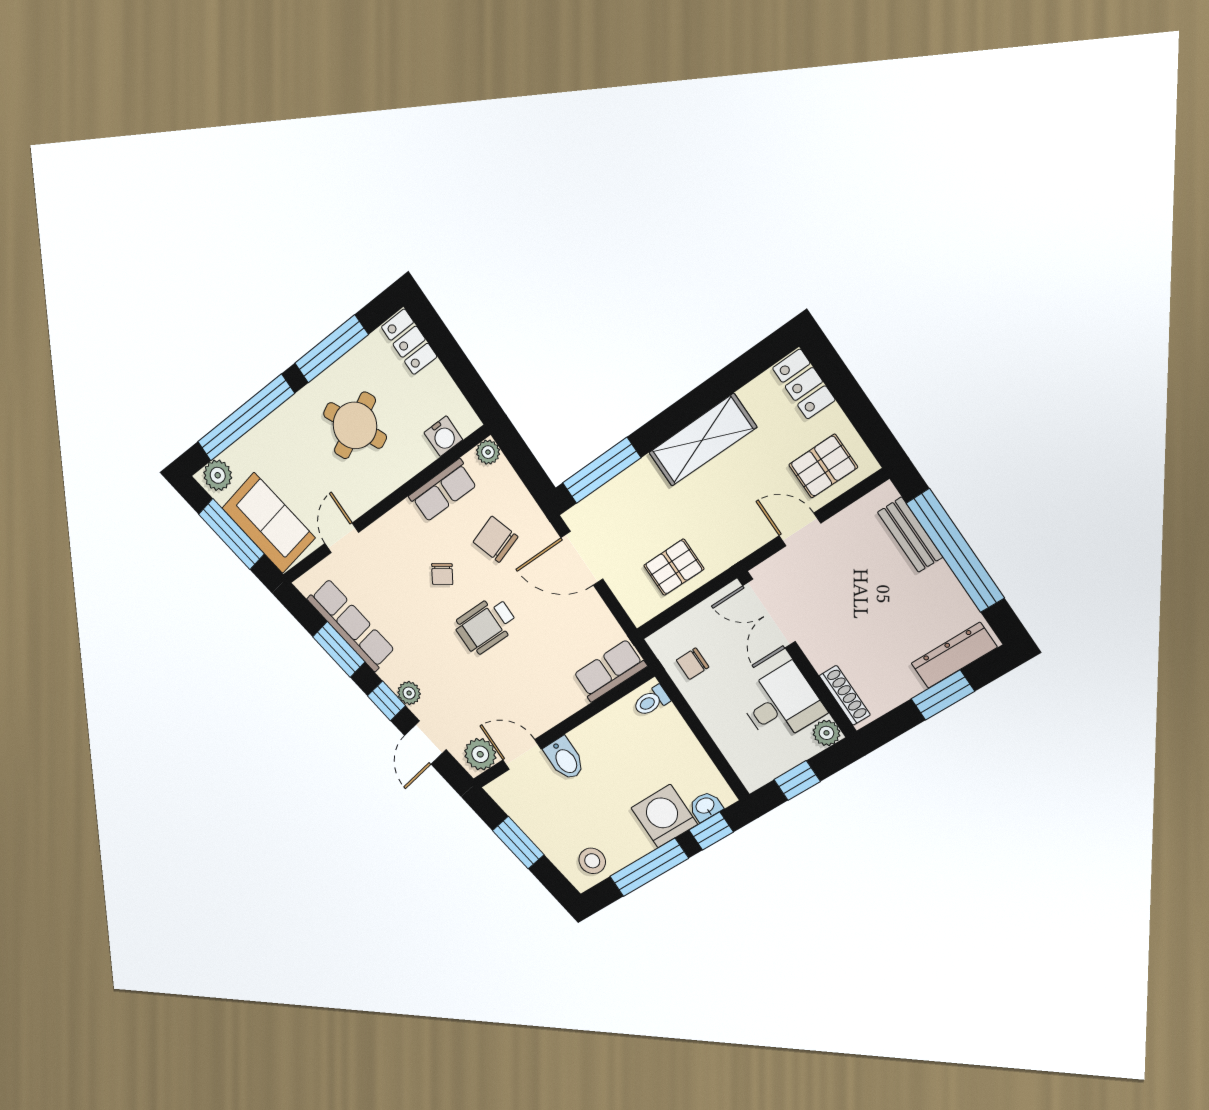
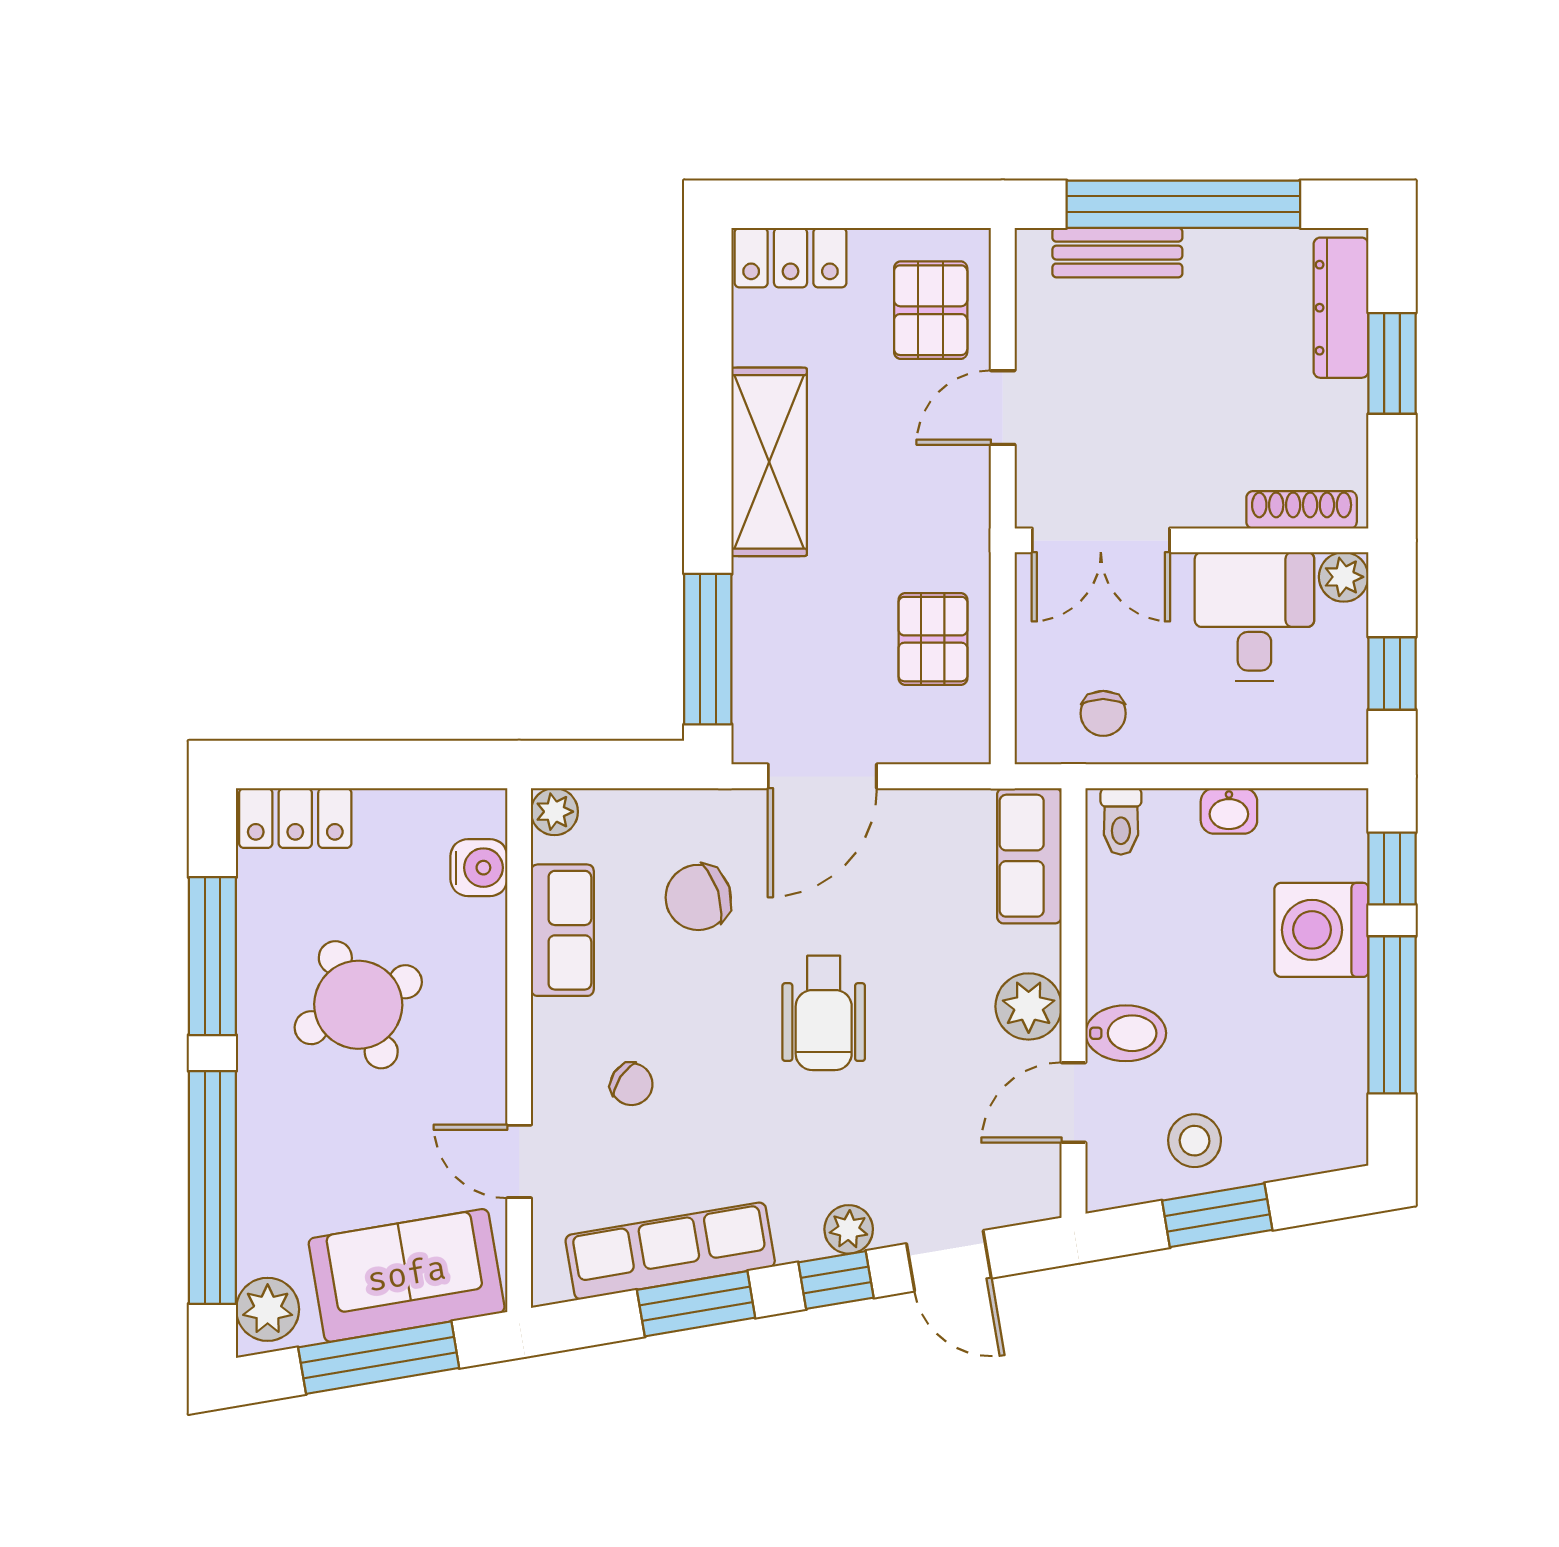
chair: (442, 574) -> (632, 1084), moved
plant: (480, 754) -> (1029, 1006), moved
washbasin: (705, 806) -> (1229, 811), moved, turned -90
stool: (592, 861) -> (1195, 1141), moved

